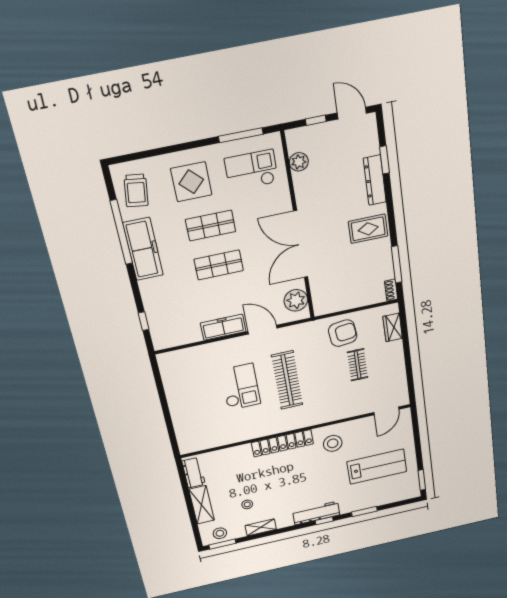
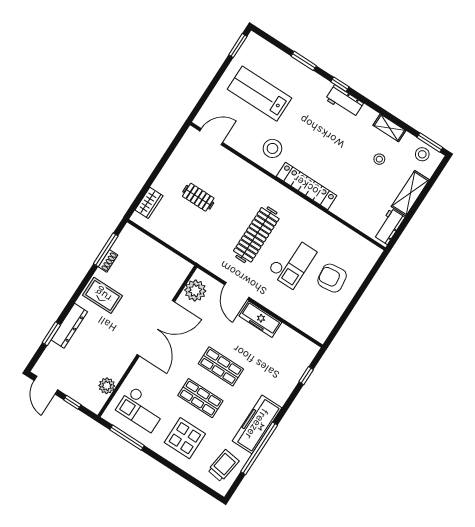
shoe rack: (391, 290) -> (108, 261), moved
armchair: (343, 333) -> (332, 278), moved
clothes rail: (358, 365) -> (198, 197), turned 90
checkout: (241, 387) -> (292, 262), turned 180
workbench: (316, 513) -> (344, 101), width x0.73

